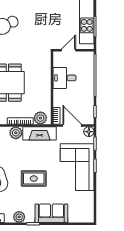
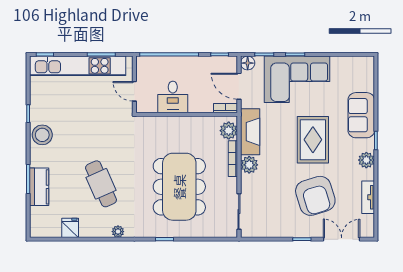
door: (72, 125) -> (239, 86), hinge flipped
rug: (34, 179) -> (313, 140), width x1.36, depth x1.43

